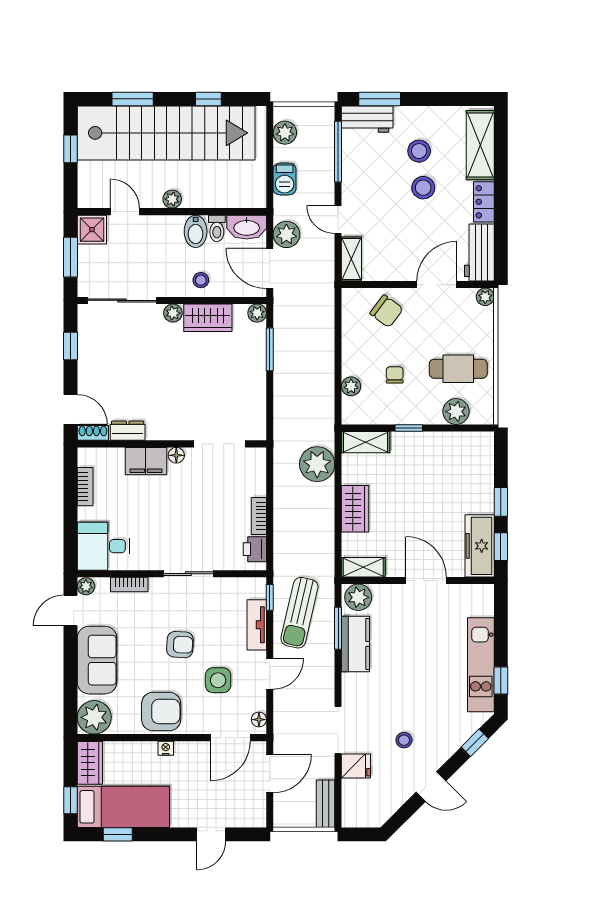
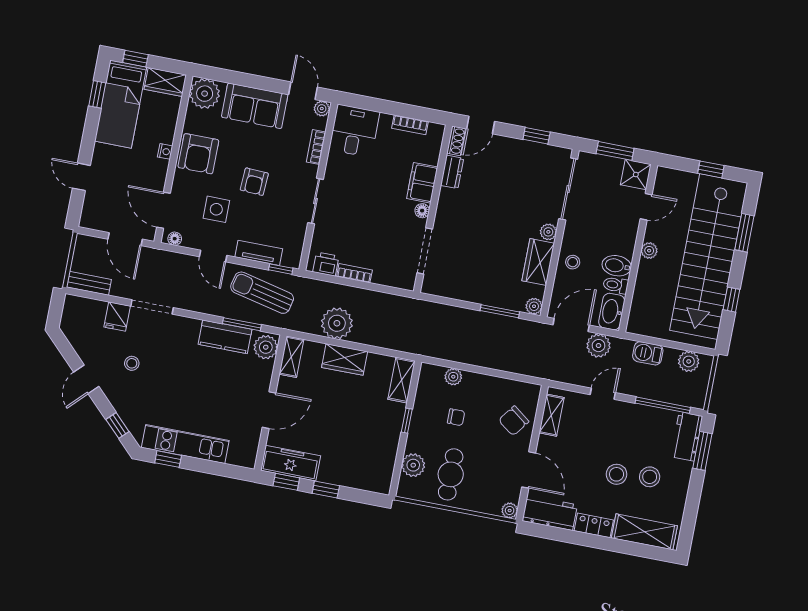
shelving: (351, 259) -> (551, 415), moved, turned 90
plant: (317, 464) -> (337, 323), moved

